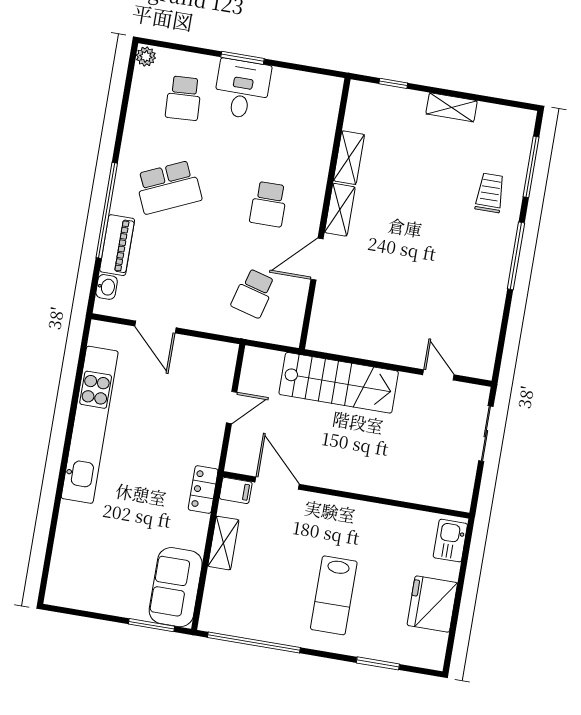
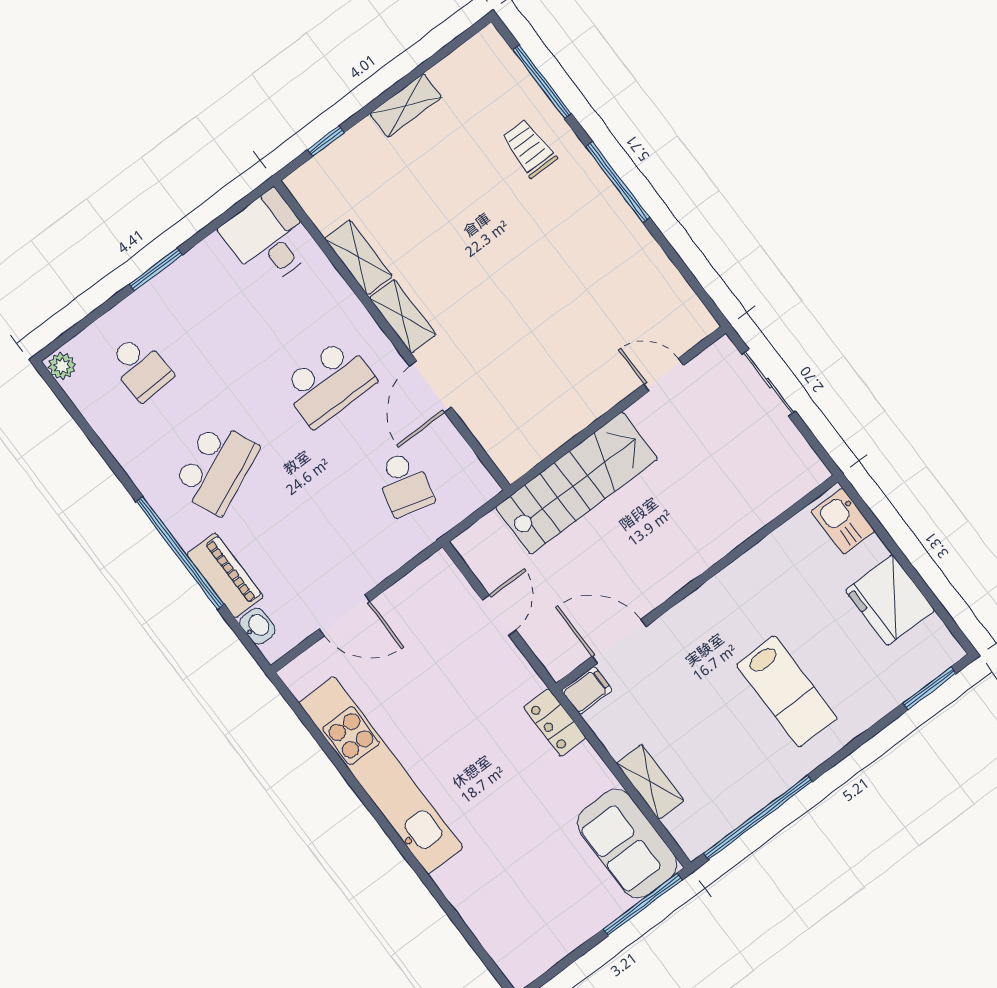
desk: (242, 89) -> (268, 239), moved
school desk: (269, 204) -> (329, 383), width x1.85
shelving: (223, 543) -> (650, 782), moved
window: (151, 625) -> (643, 904), width x1.44
window: (378, 663) -> (929, 688), moved

